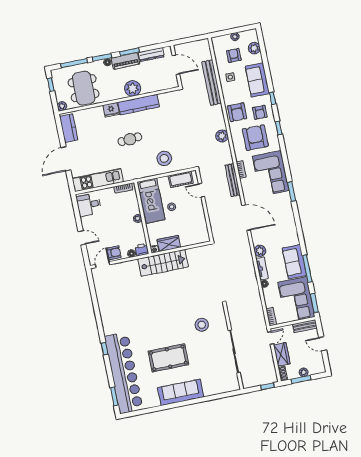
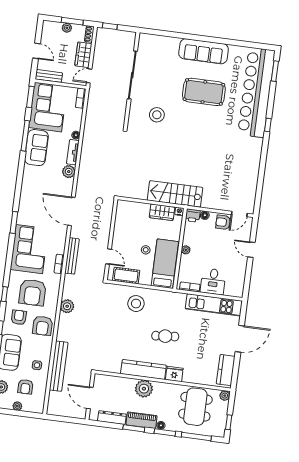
armchair: (237, 112) -> (43, 326), turned 180
desk: (89, 205) -> (213, 281), moved, turned 90

